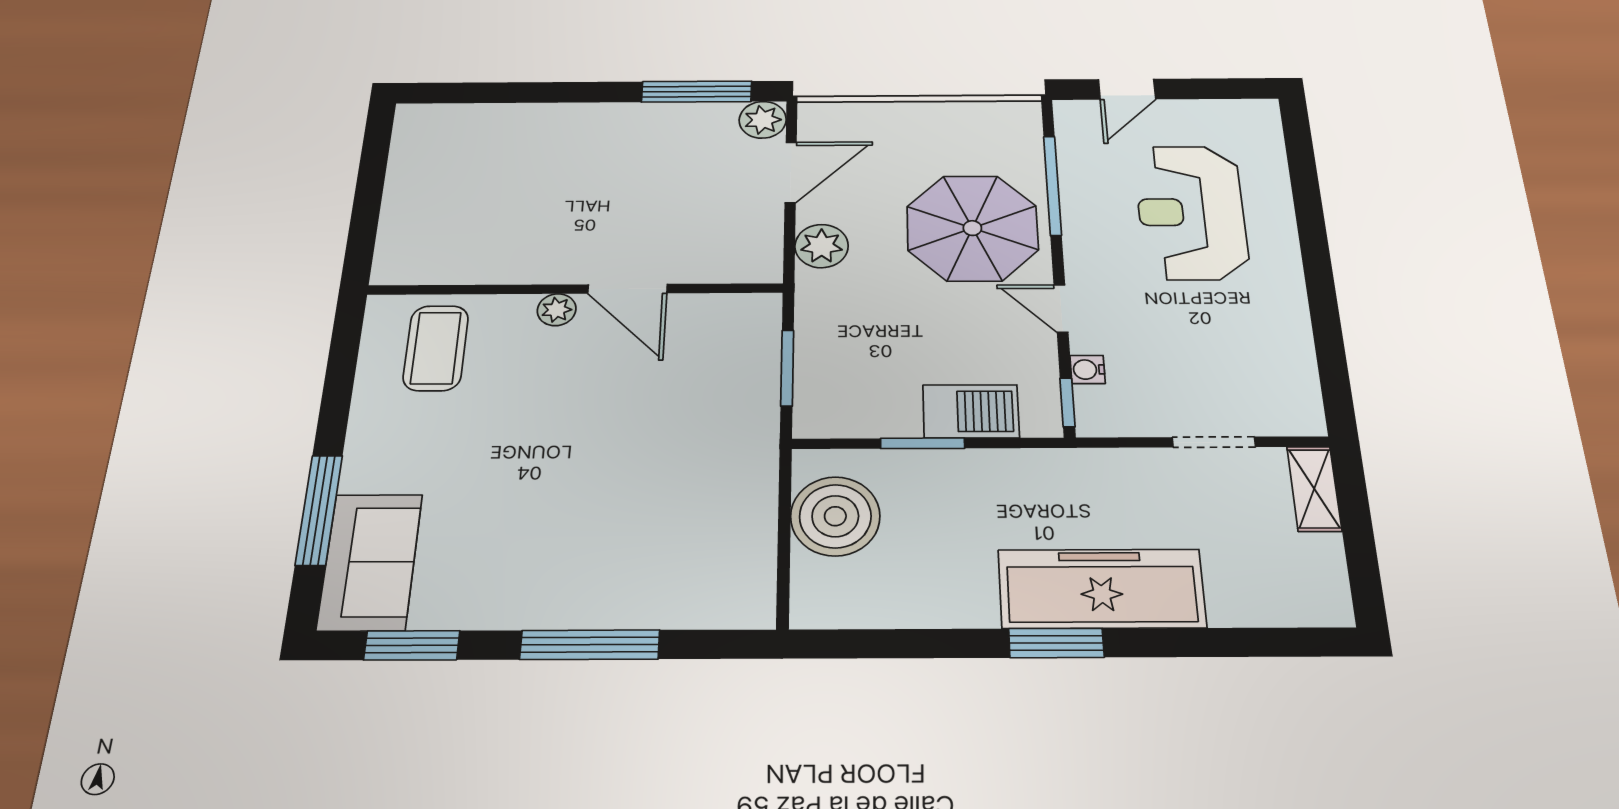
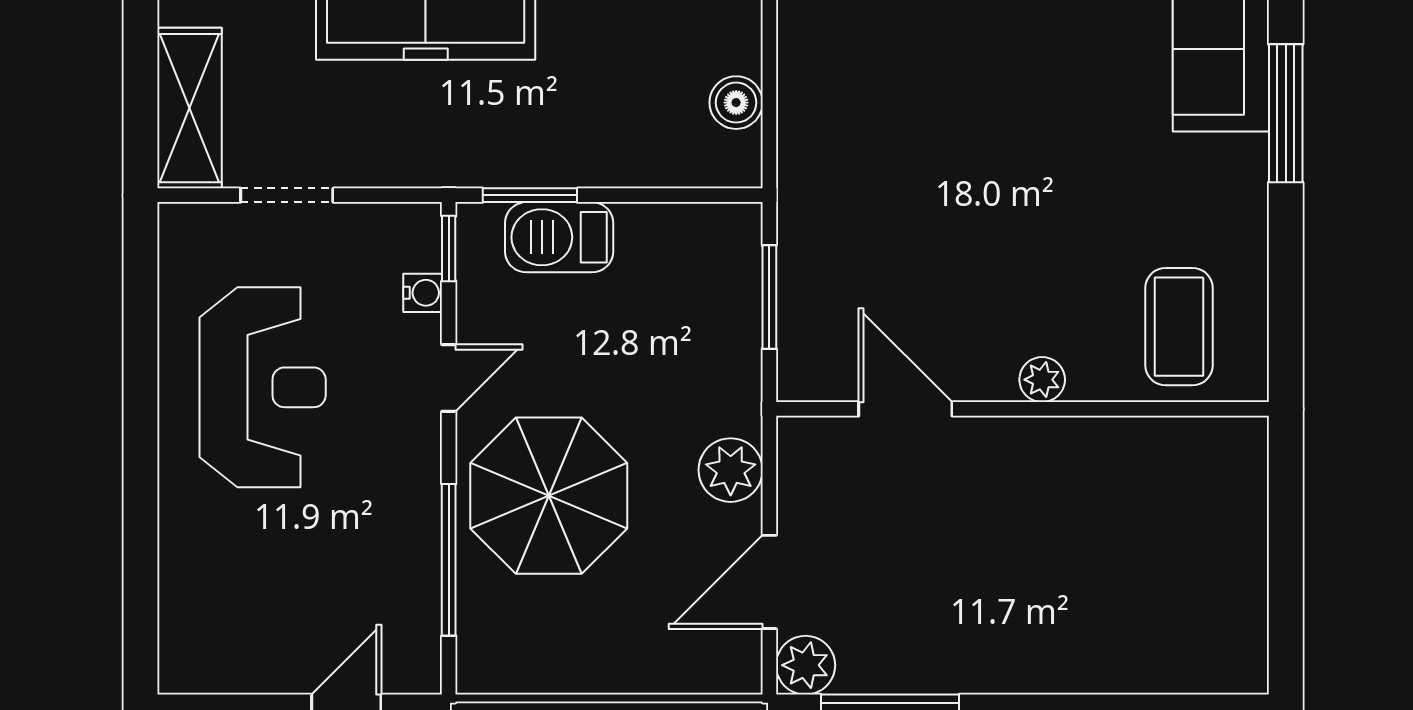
reception desk: (1191, 212) -> (263, 387), moved
door: (627, 289) -> (905, 409), moved
door: (1061, 308) -> (449, 378), hinge flipped
window: (923, 443) -> (530, 195), moved
shelving: (1314, 489) -> (190, 108), width x1.50, depth x1.33
boiler: (835, 516) -> (736, 103), width x0.54, depth x0.54

